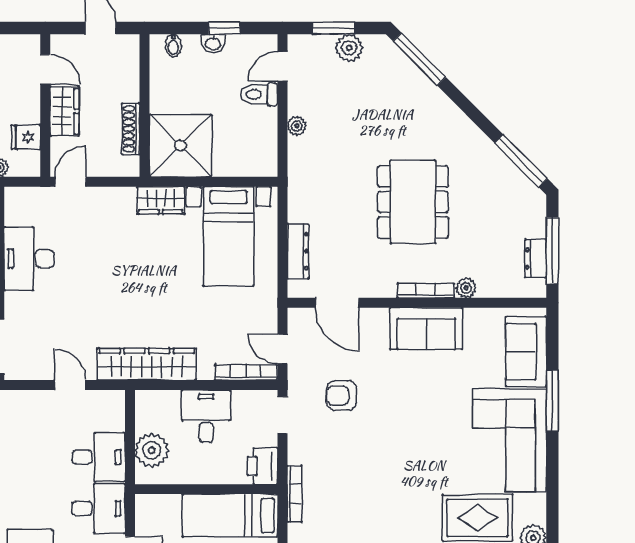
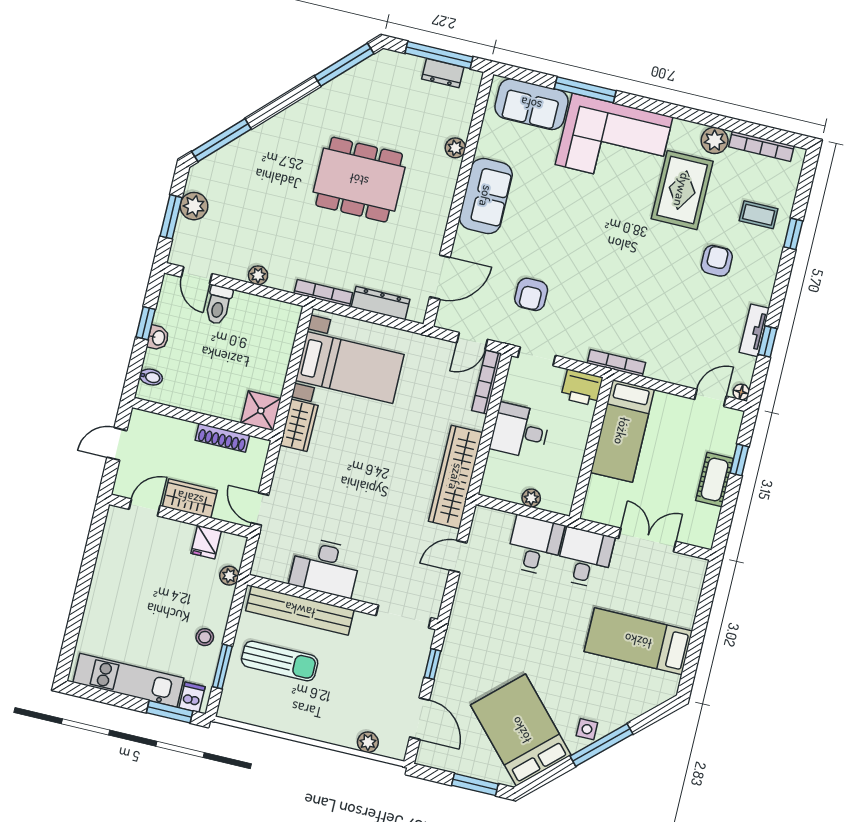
shower: (180, 146) -> (261, 411), width x0.54, depth x0.54
bookcase: (426, 291) -> (323, 293), moved, turned 90
plant: (152, 450) -> (531, 498), width x0.53, depth x0.53

